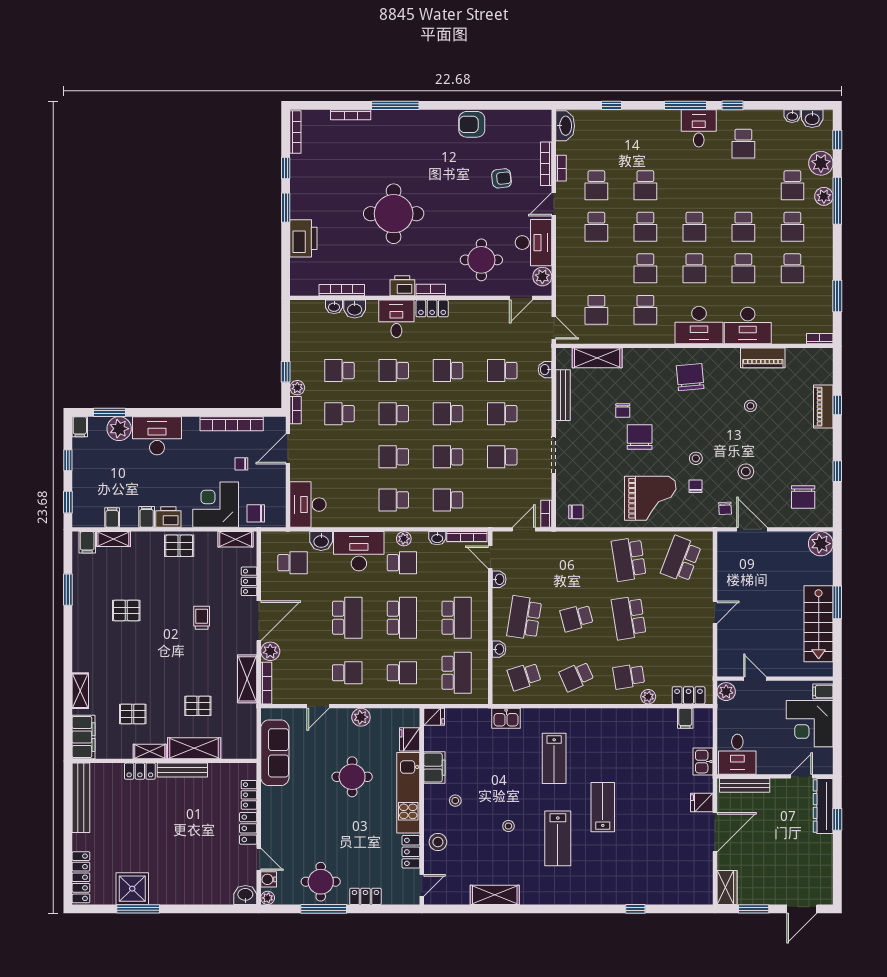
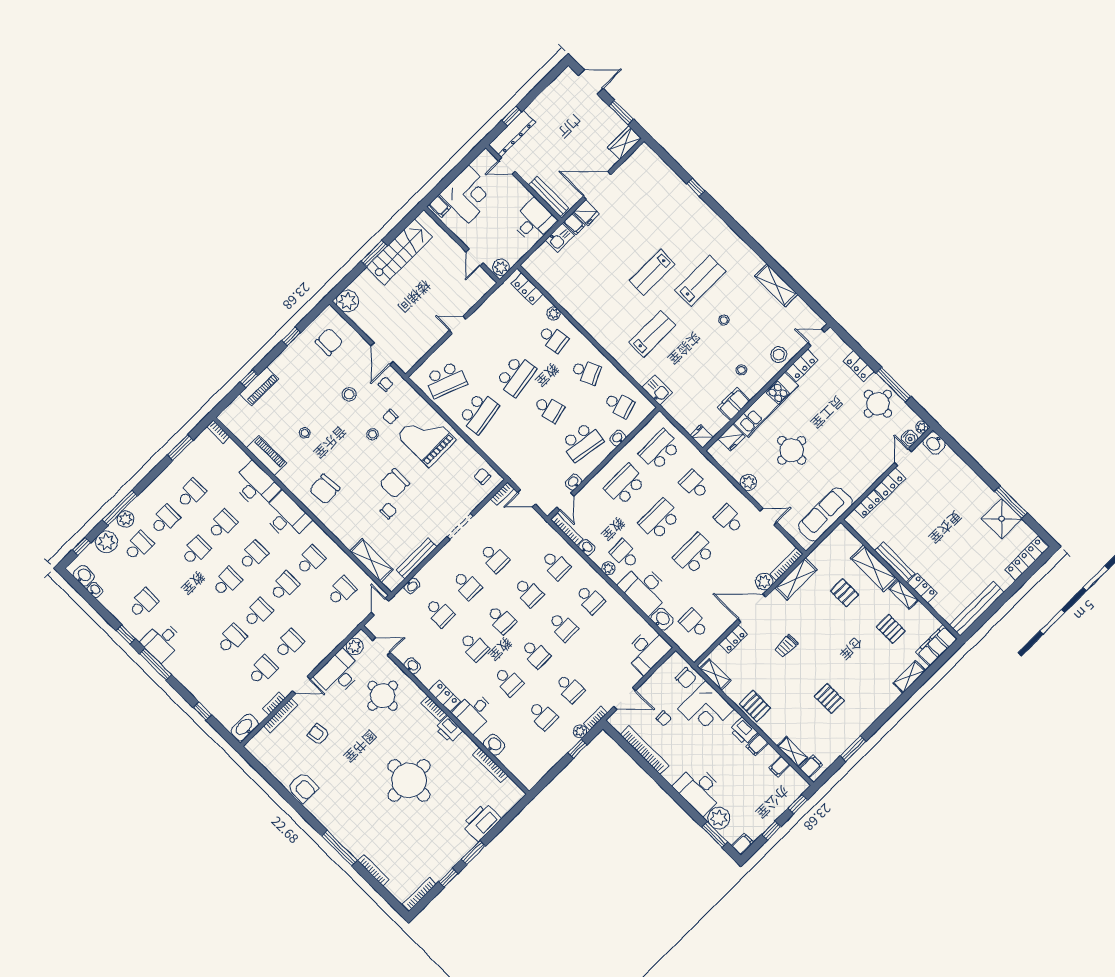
washbasin: (334, 307) -> (412, 666), moved
filing cabinet: (685, 718) -> (574, 224), moved, turned 90

